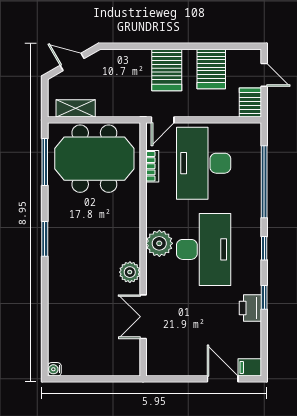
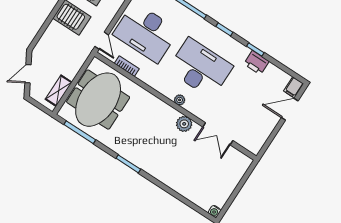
plant: (159, 243) -> (180, 100), width x0.53, depth x0.53

